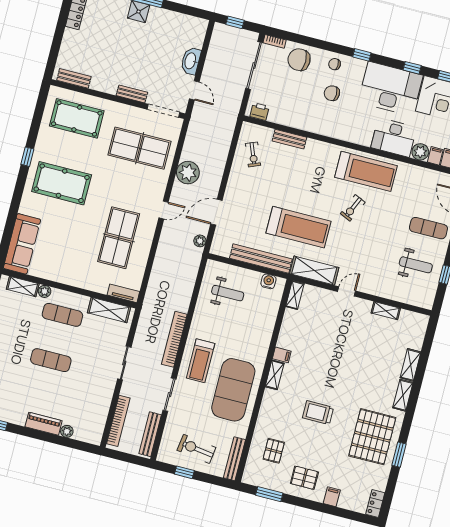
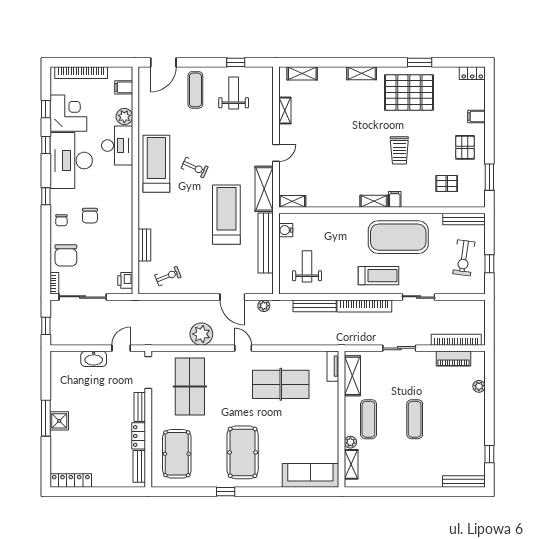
locker: (104, 86) -> (139, 436), added
filing cabinet: (435, 156) -> (124, 101), removed
door: (347, 291) -> (276, 153), swing flipped
filing cabinet: (282, 355) -> (395, 199), moved
shelving: (411, 365) -> (302, 73), moved
piano: (44, 424) -> (453, 359), moved, turned -90
bench: (150, 434) -> (315, 306), moved

